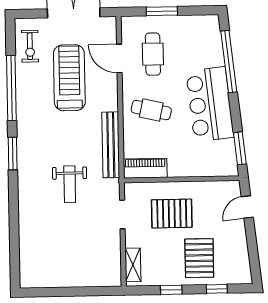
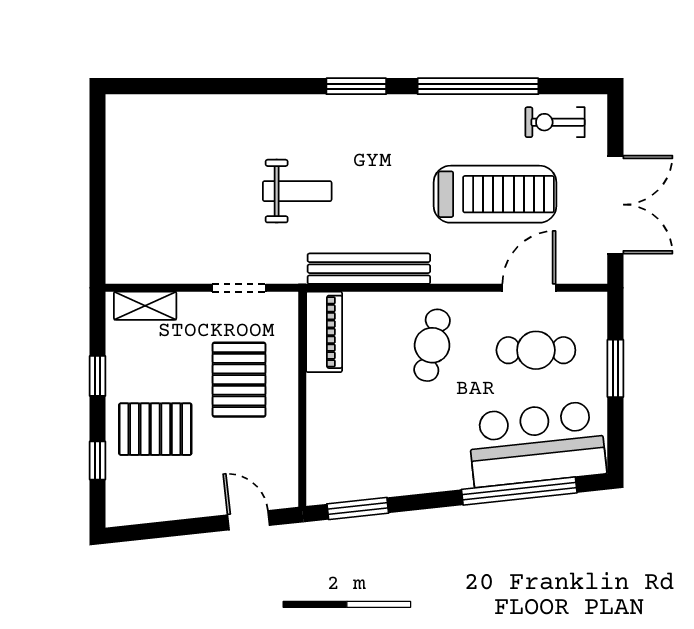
bar counter: (210, 104) -> (537, 444), moved
weight bench: (70, 184) -> (297, 191), turned 180

